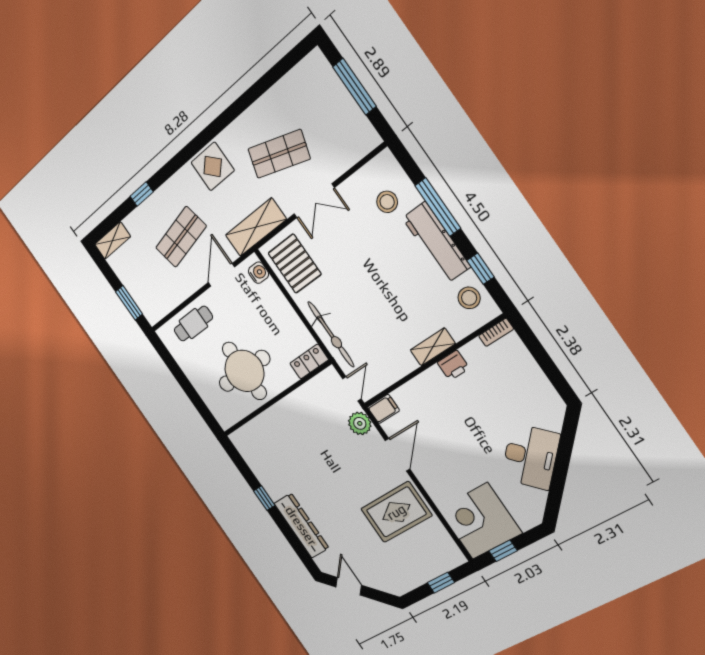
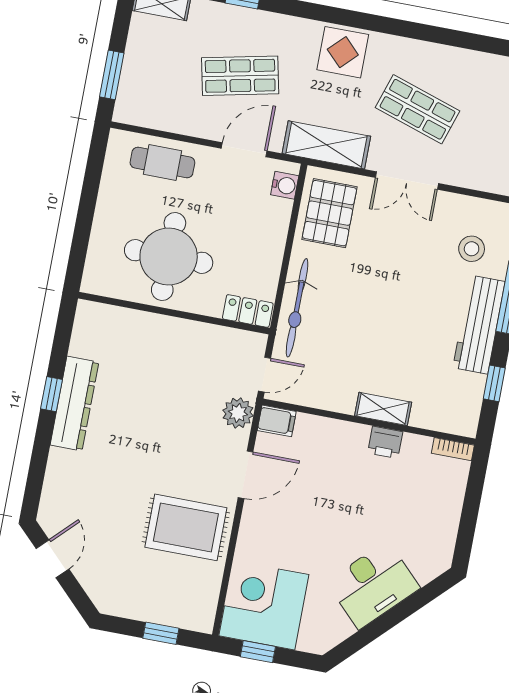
stool: (469, 298) -> (459, 398), removed
dresser: (301, 526) -> (74, 403), moved

